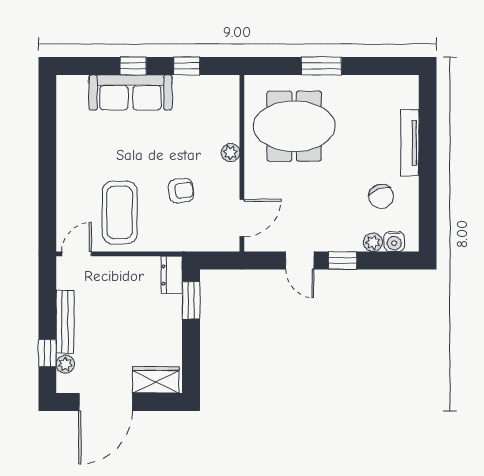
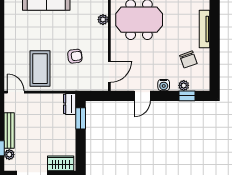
plant: (230, 153) -> (103, 20), moved
water cooler: (394, 242) -> (164, 85), moved
door: (77, 254) -> (16, 92), hinge flipped
door: (300, 261) -> (142, 96), hinge flipped
window: (343, 261) -> (187, 96), moved

